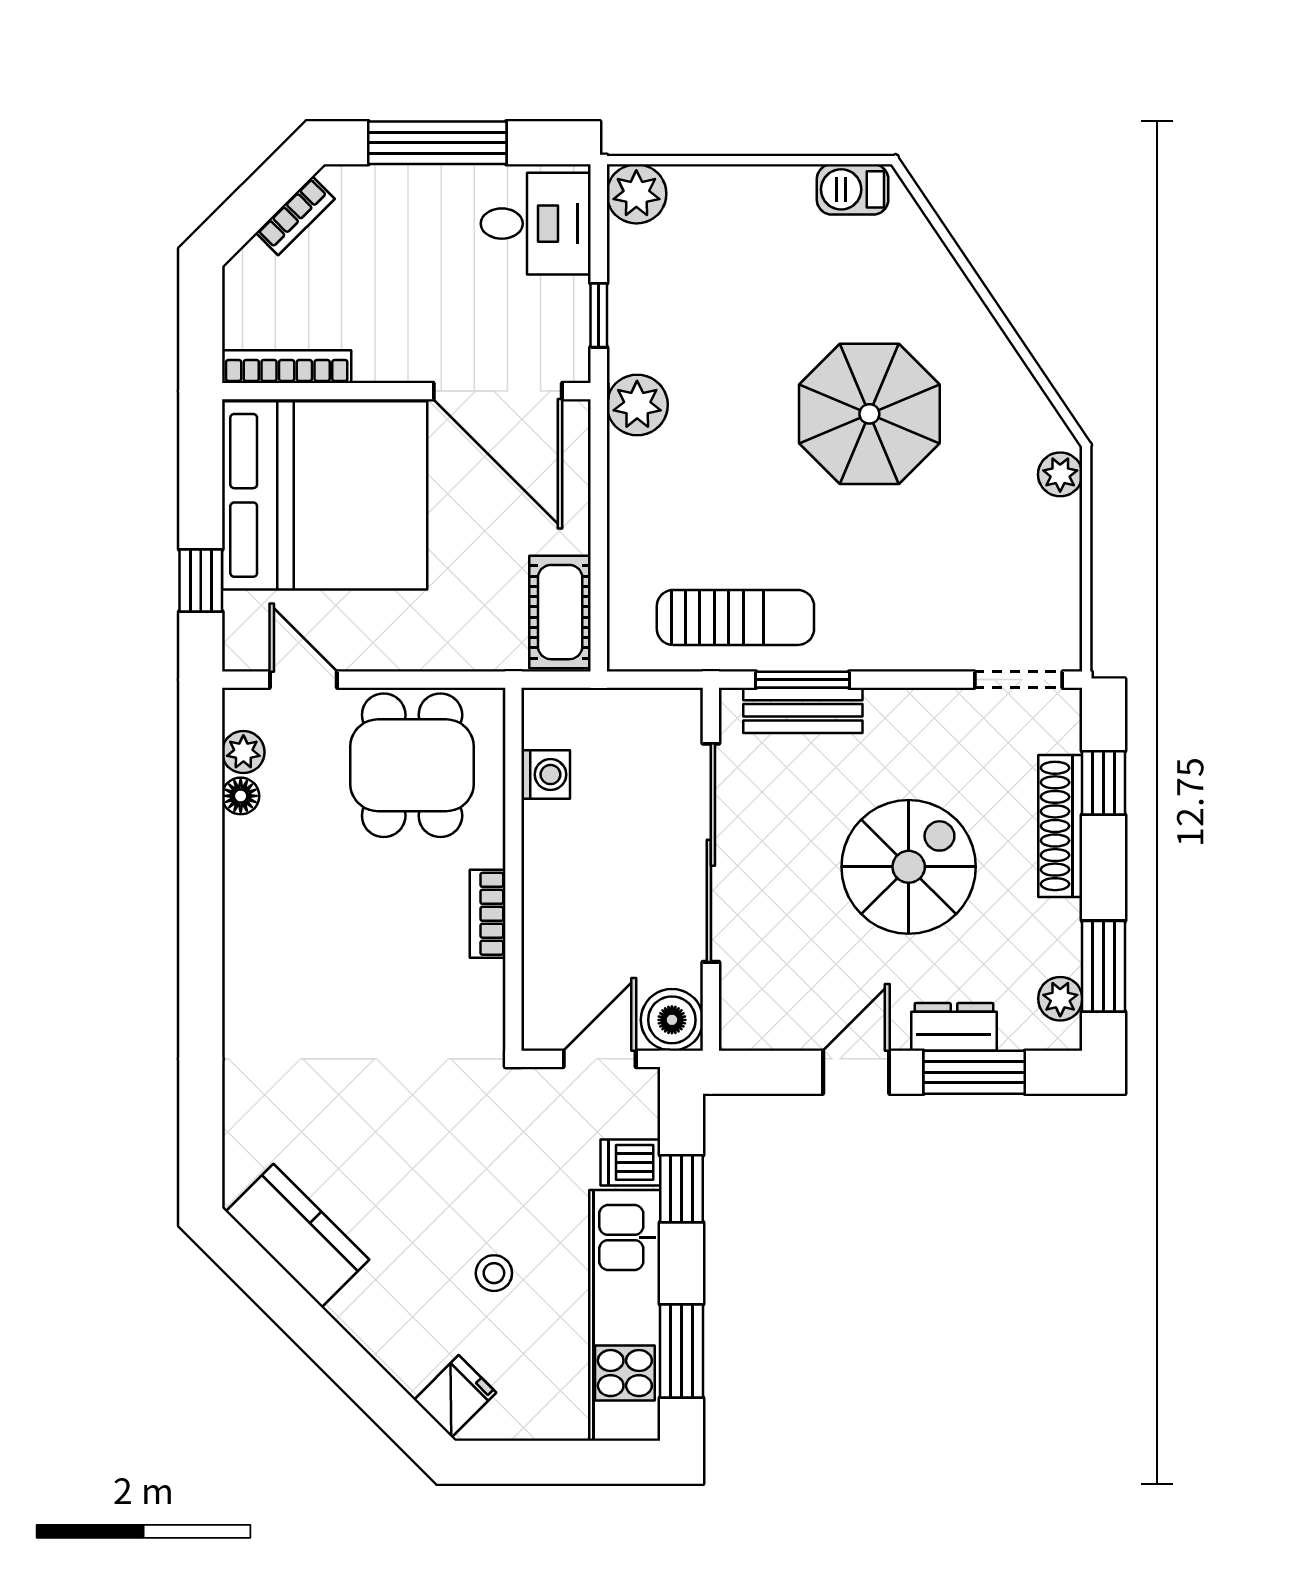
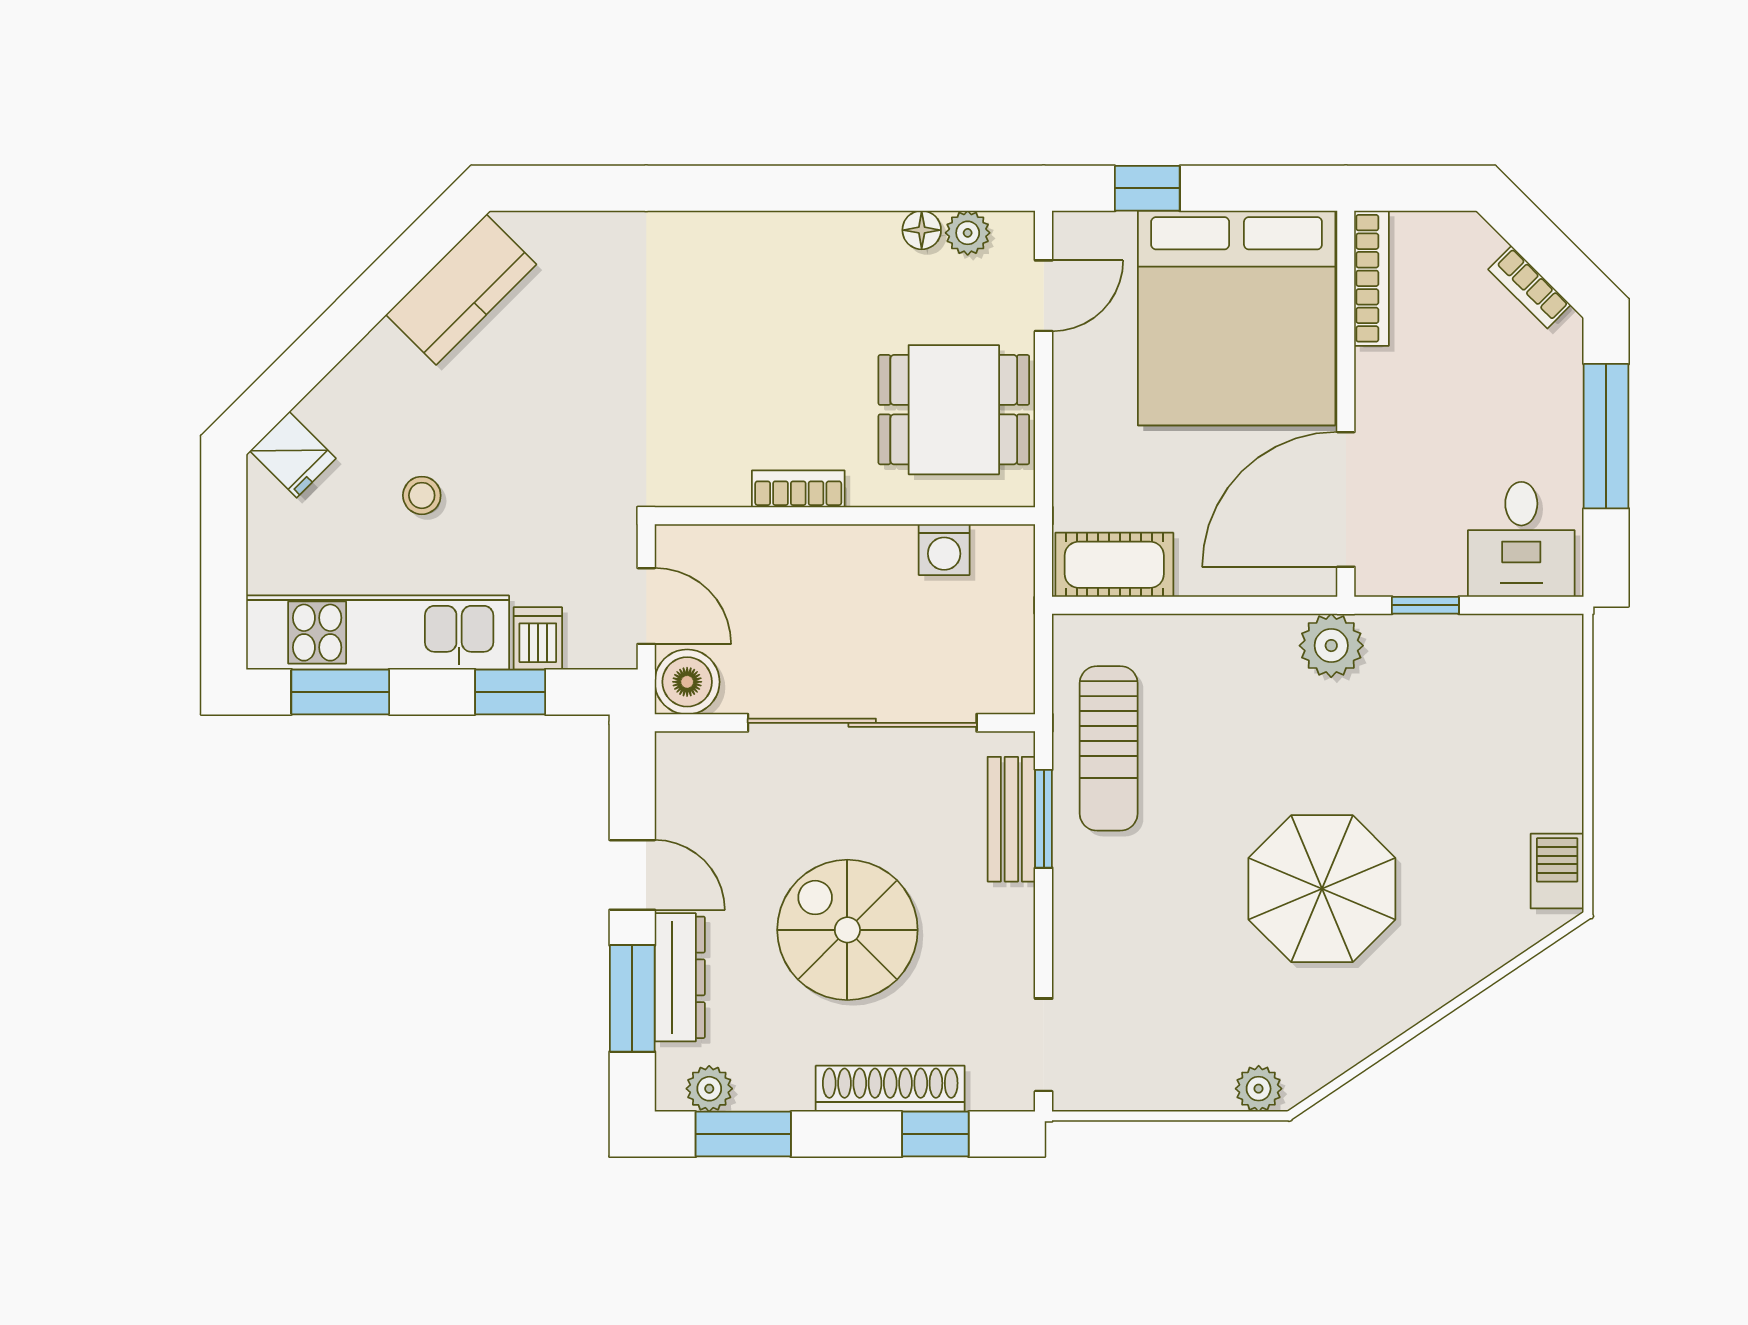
plant: (636, 194) -> (1552, 645), removed
spiral stairs: (909, 867) -> (847, 930), turned 180
dresser: (954, 1027) -> (680, 977), width x1.44

